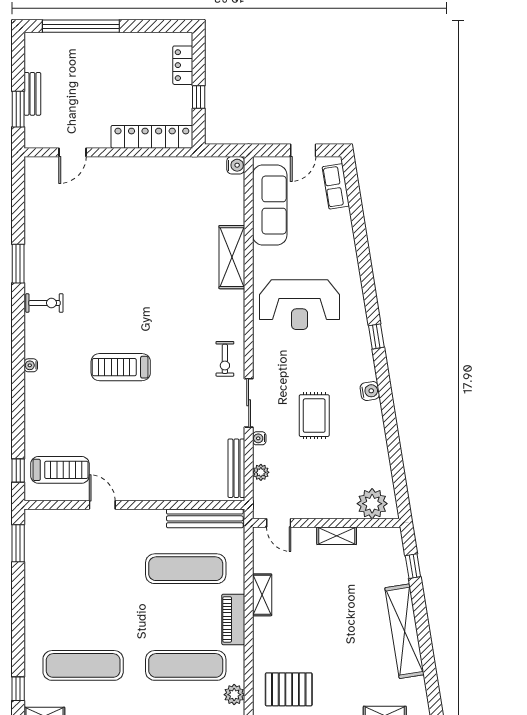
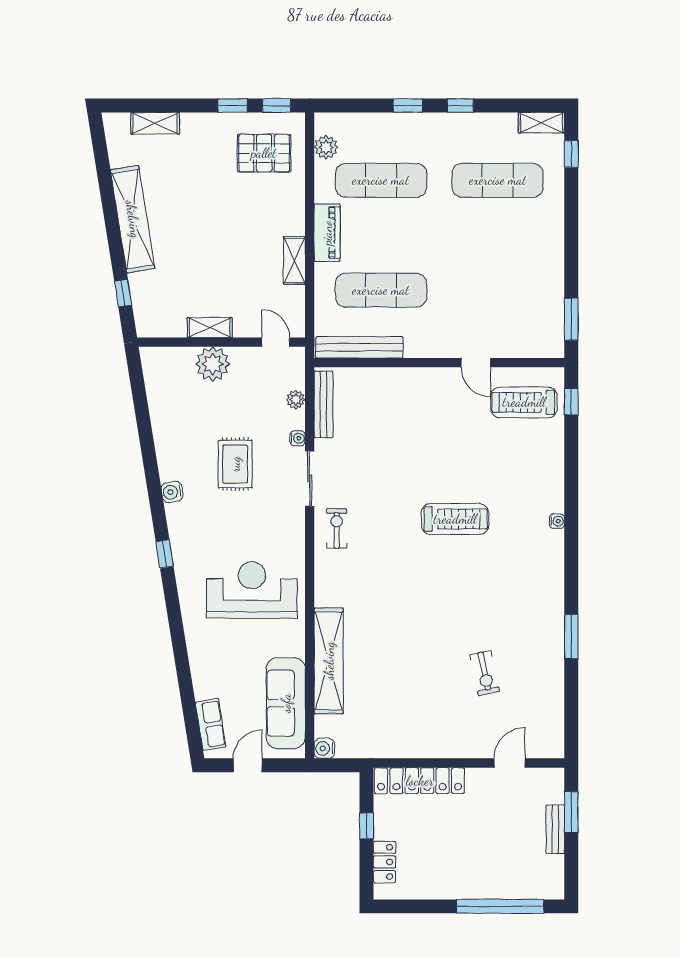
shelving: (232, 257) -> (329, 661), width x1.47
exercise bike: (44, 303) -> (485, 673), moved, turned -102
plant: (372, 504) -> (213, 364), moved

